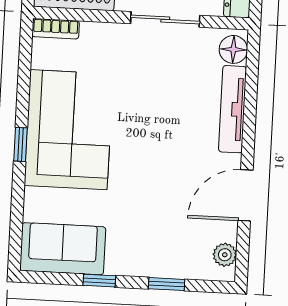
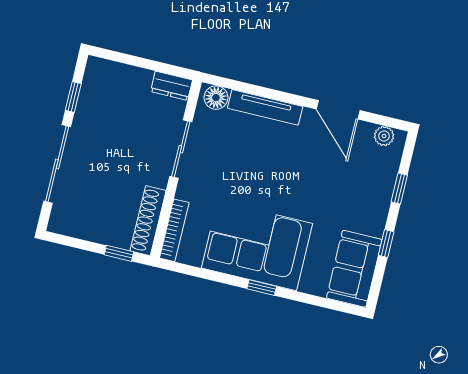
bookcase: (56, 29) -> (174, 230), width x1.56

